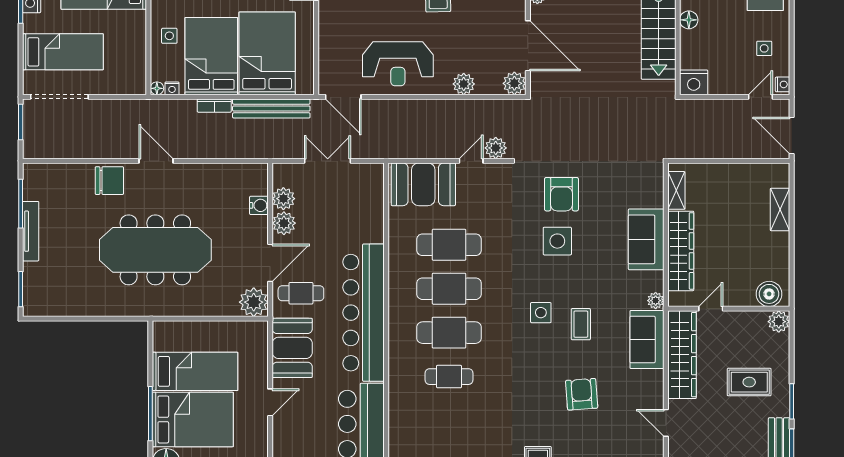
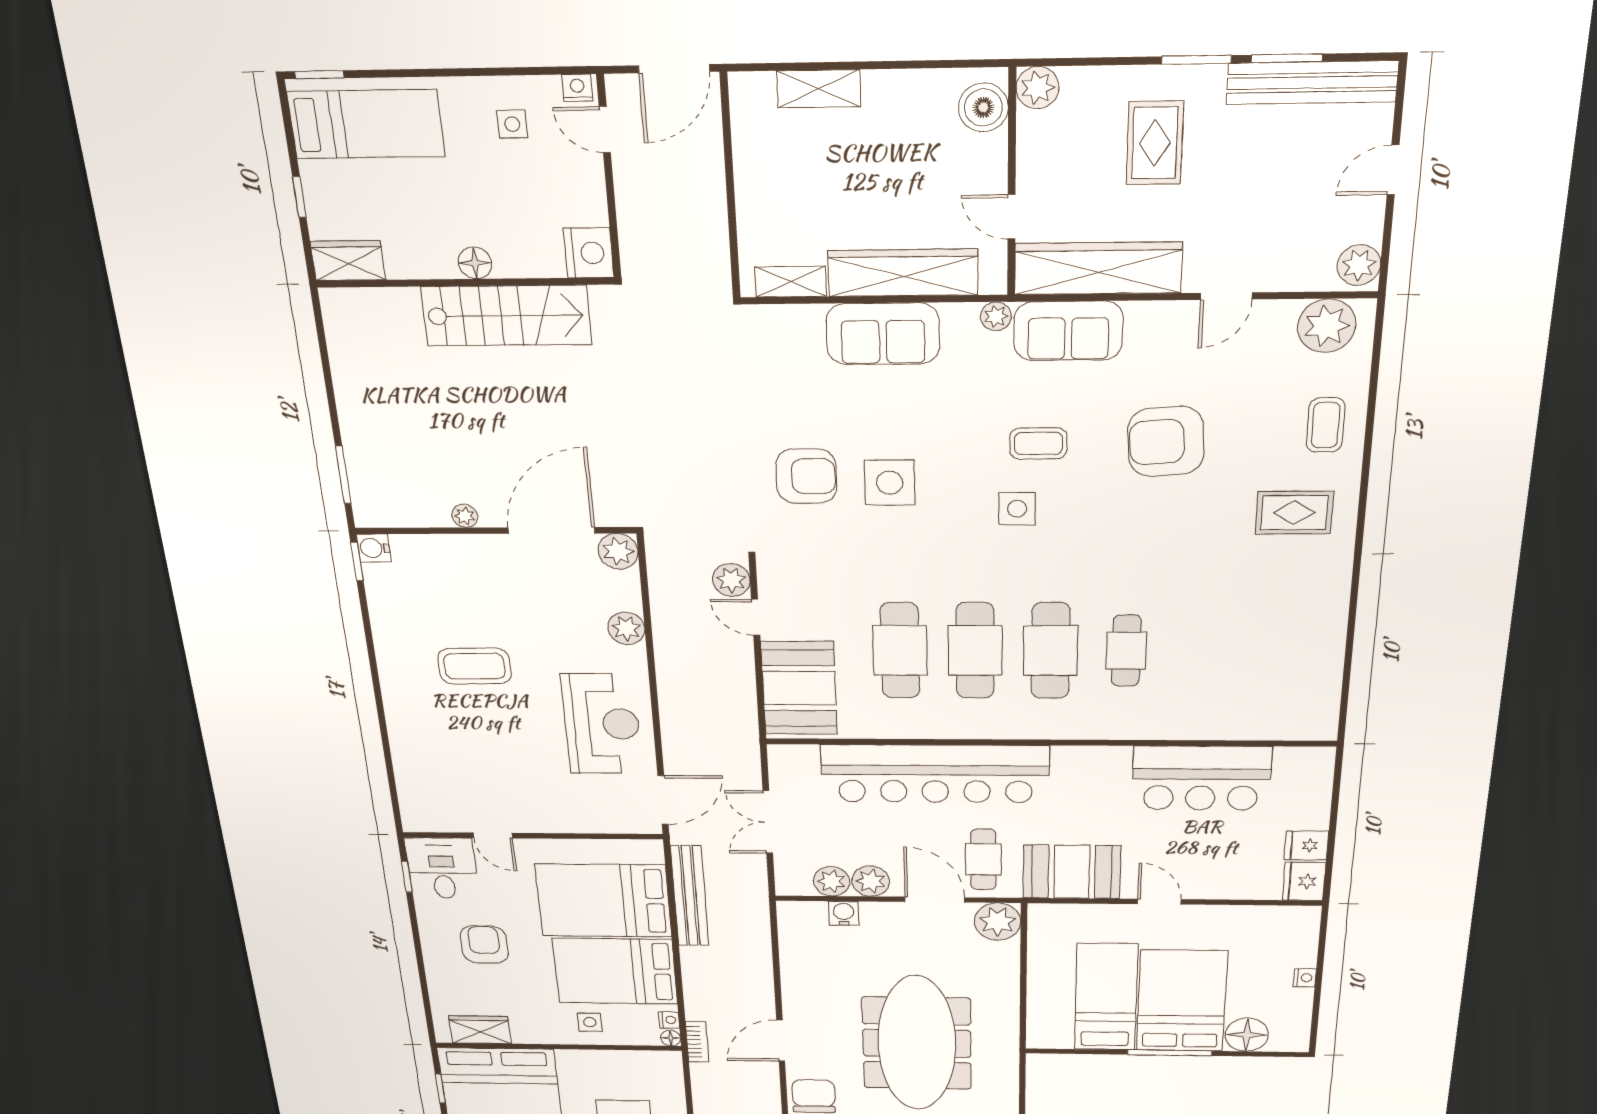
bookcase: (214, 106) -> (697, 1042), moved
bar counter: (364, 313) -> (935, 774), moved
armchair: (582, 394) -> (1166, 441), width x1.36, depth x1.36

